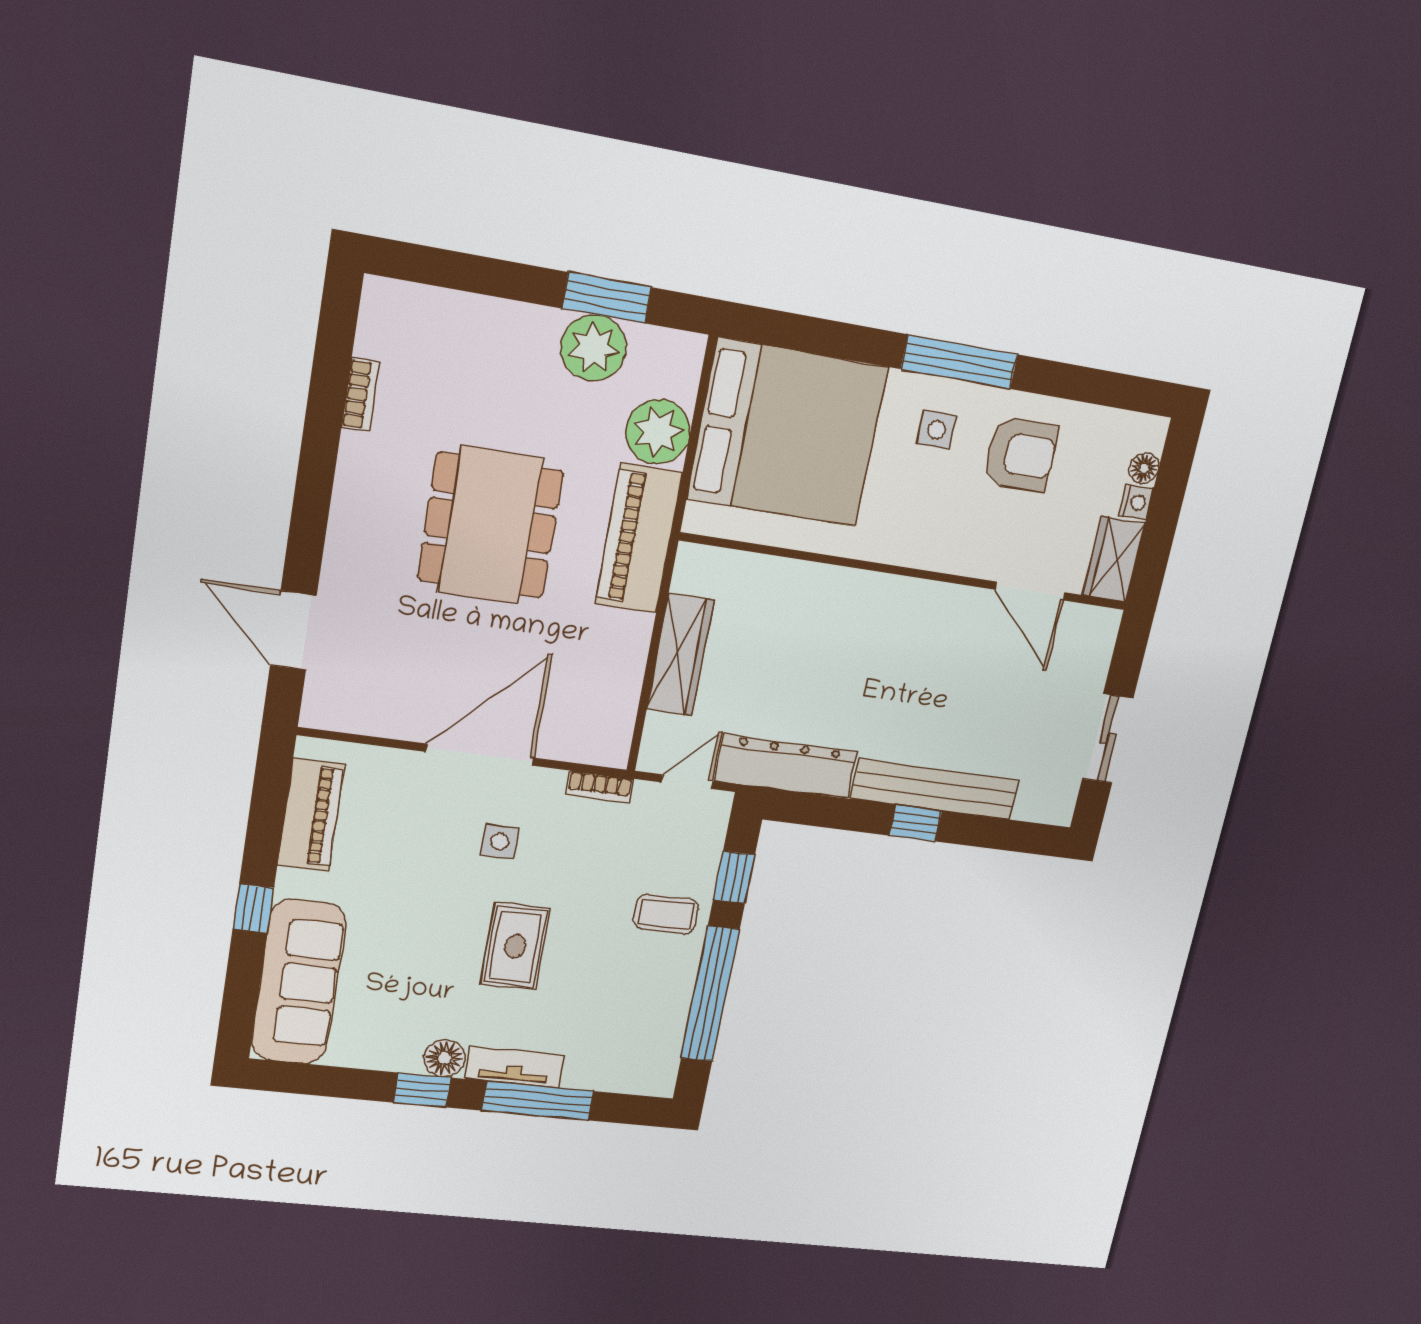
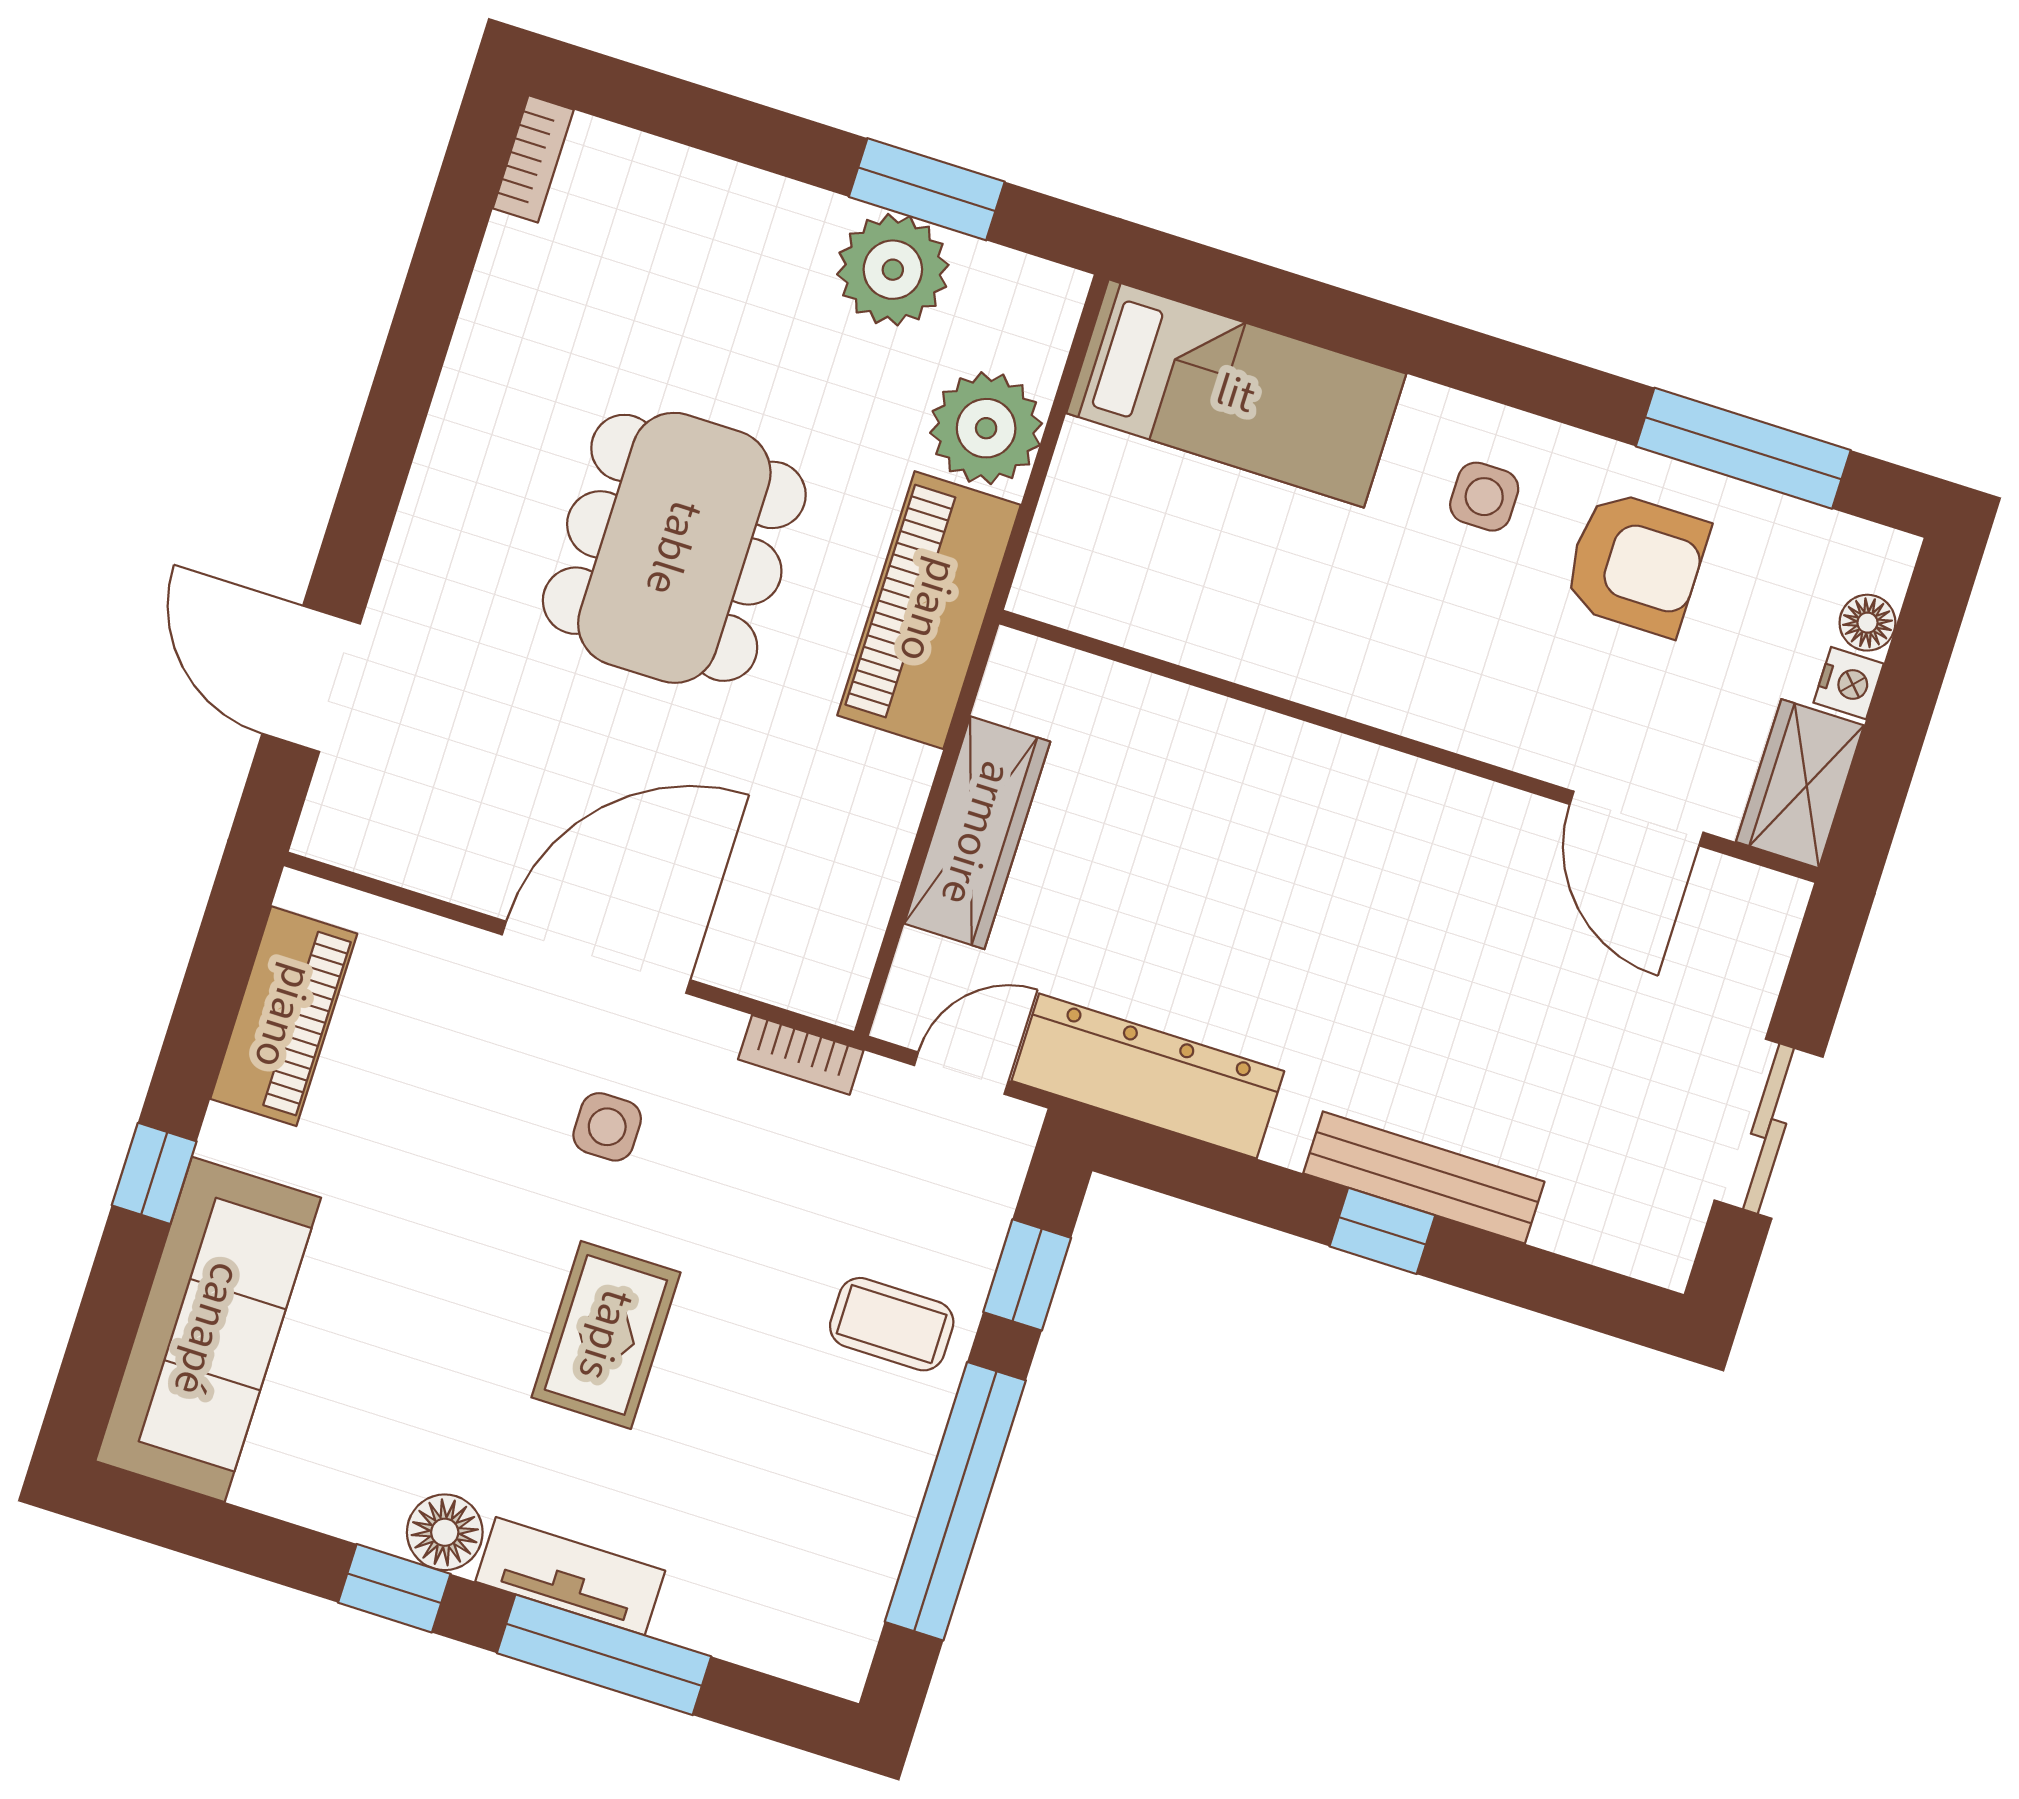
window: (959, 362) -> (1743, 448), moved
bookcase: (361, 395) -> (533, 159), moved
bed: (787, 433) -> (1236, 393), width x0.49
bench: (935, 790) -> (1424, 1178), width x0.73, depth x0.82

